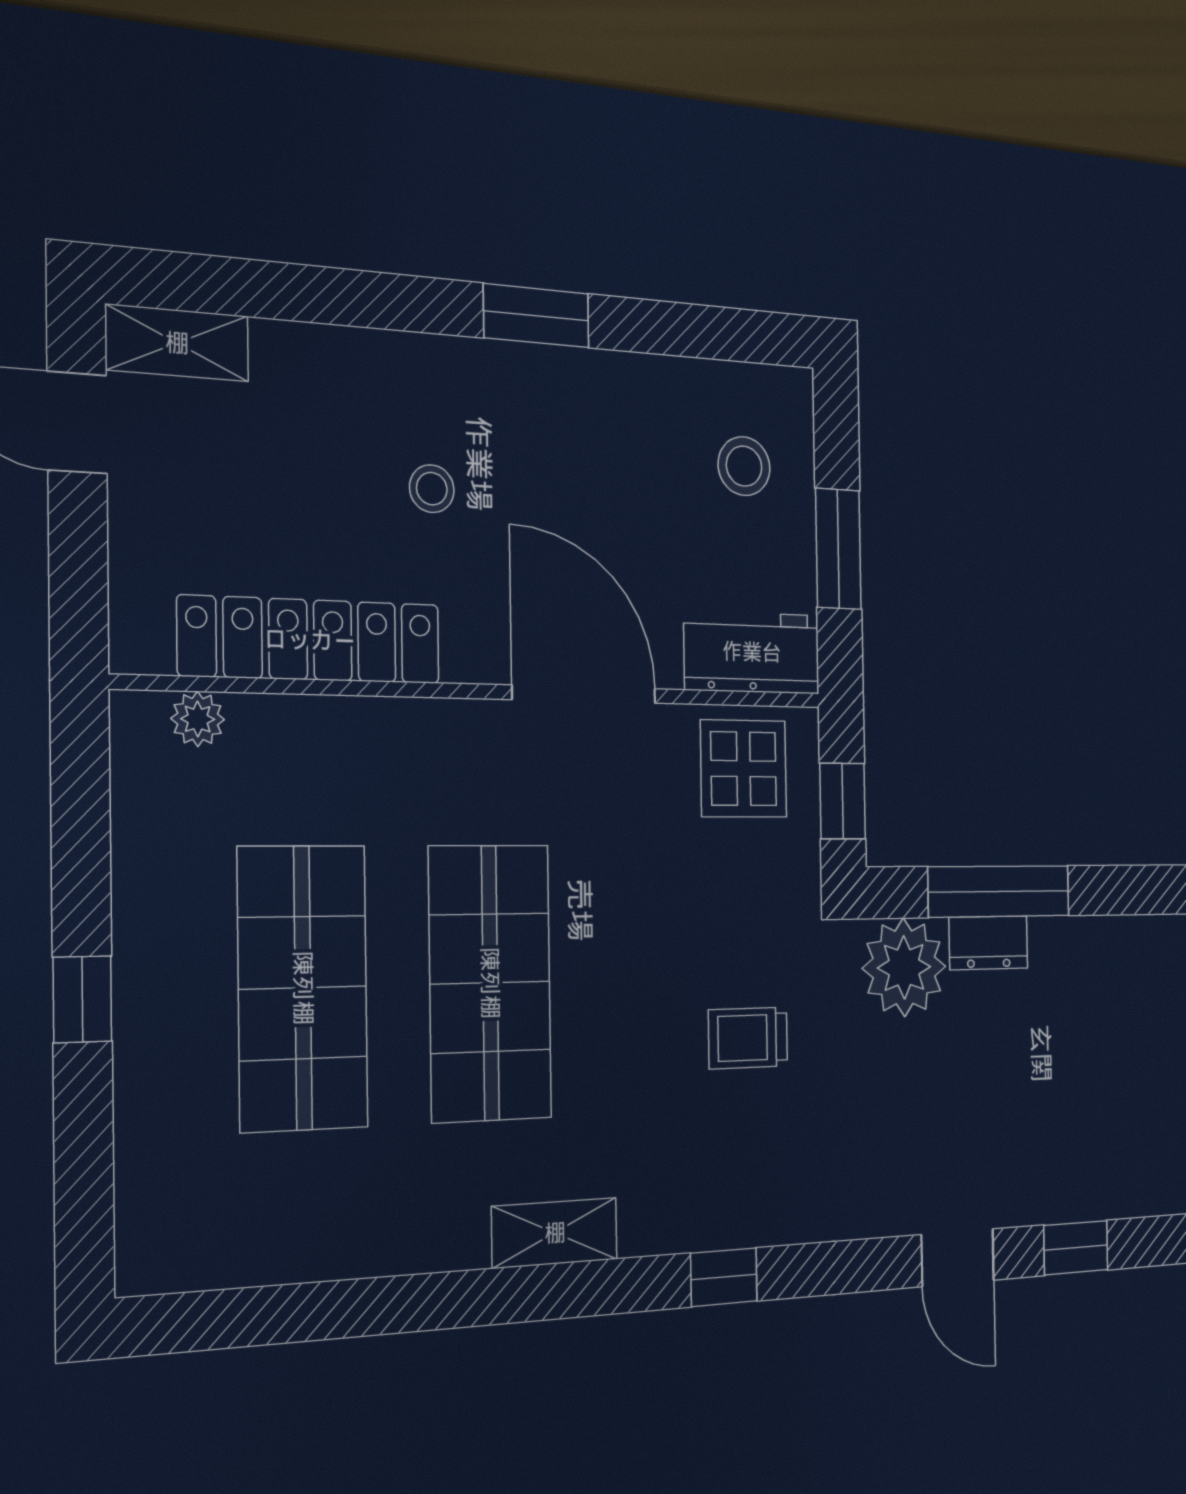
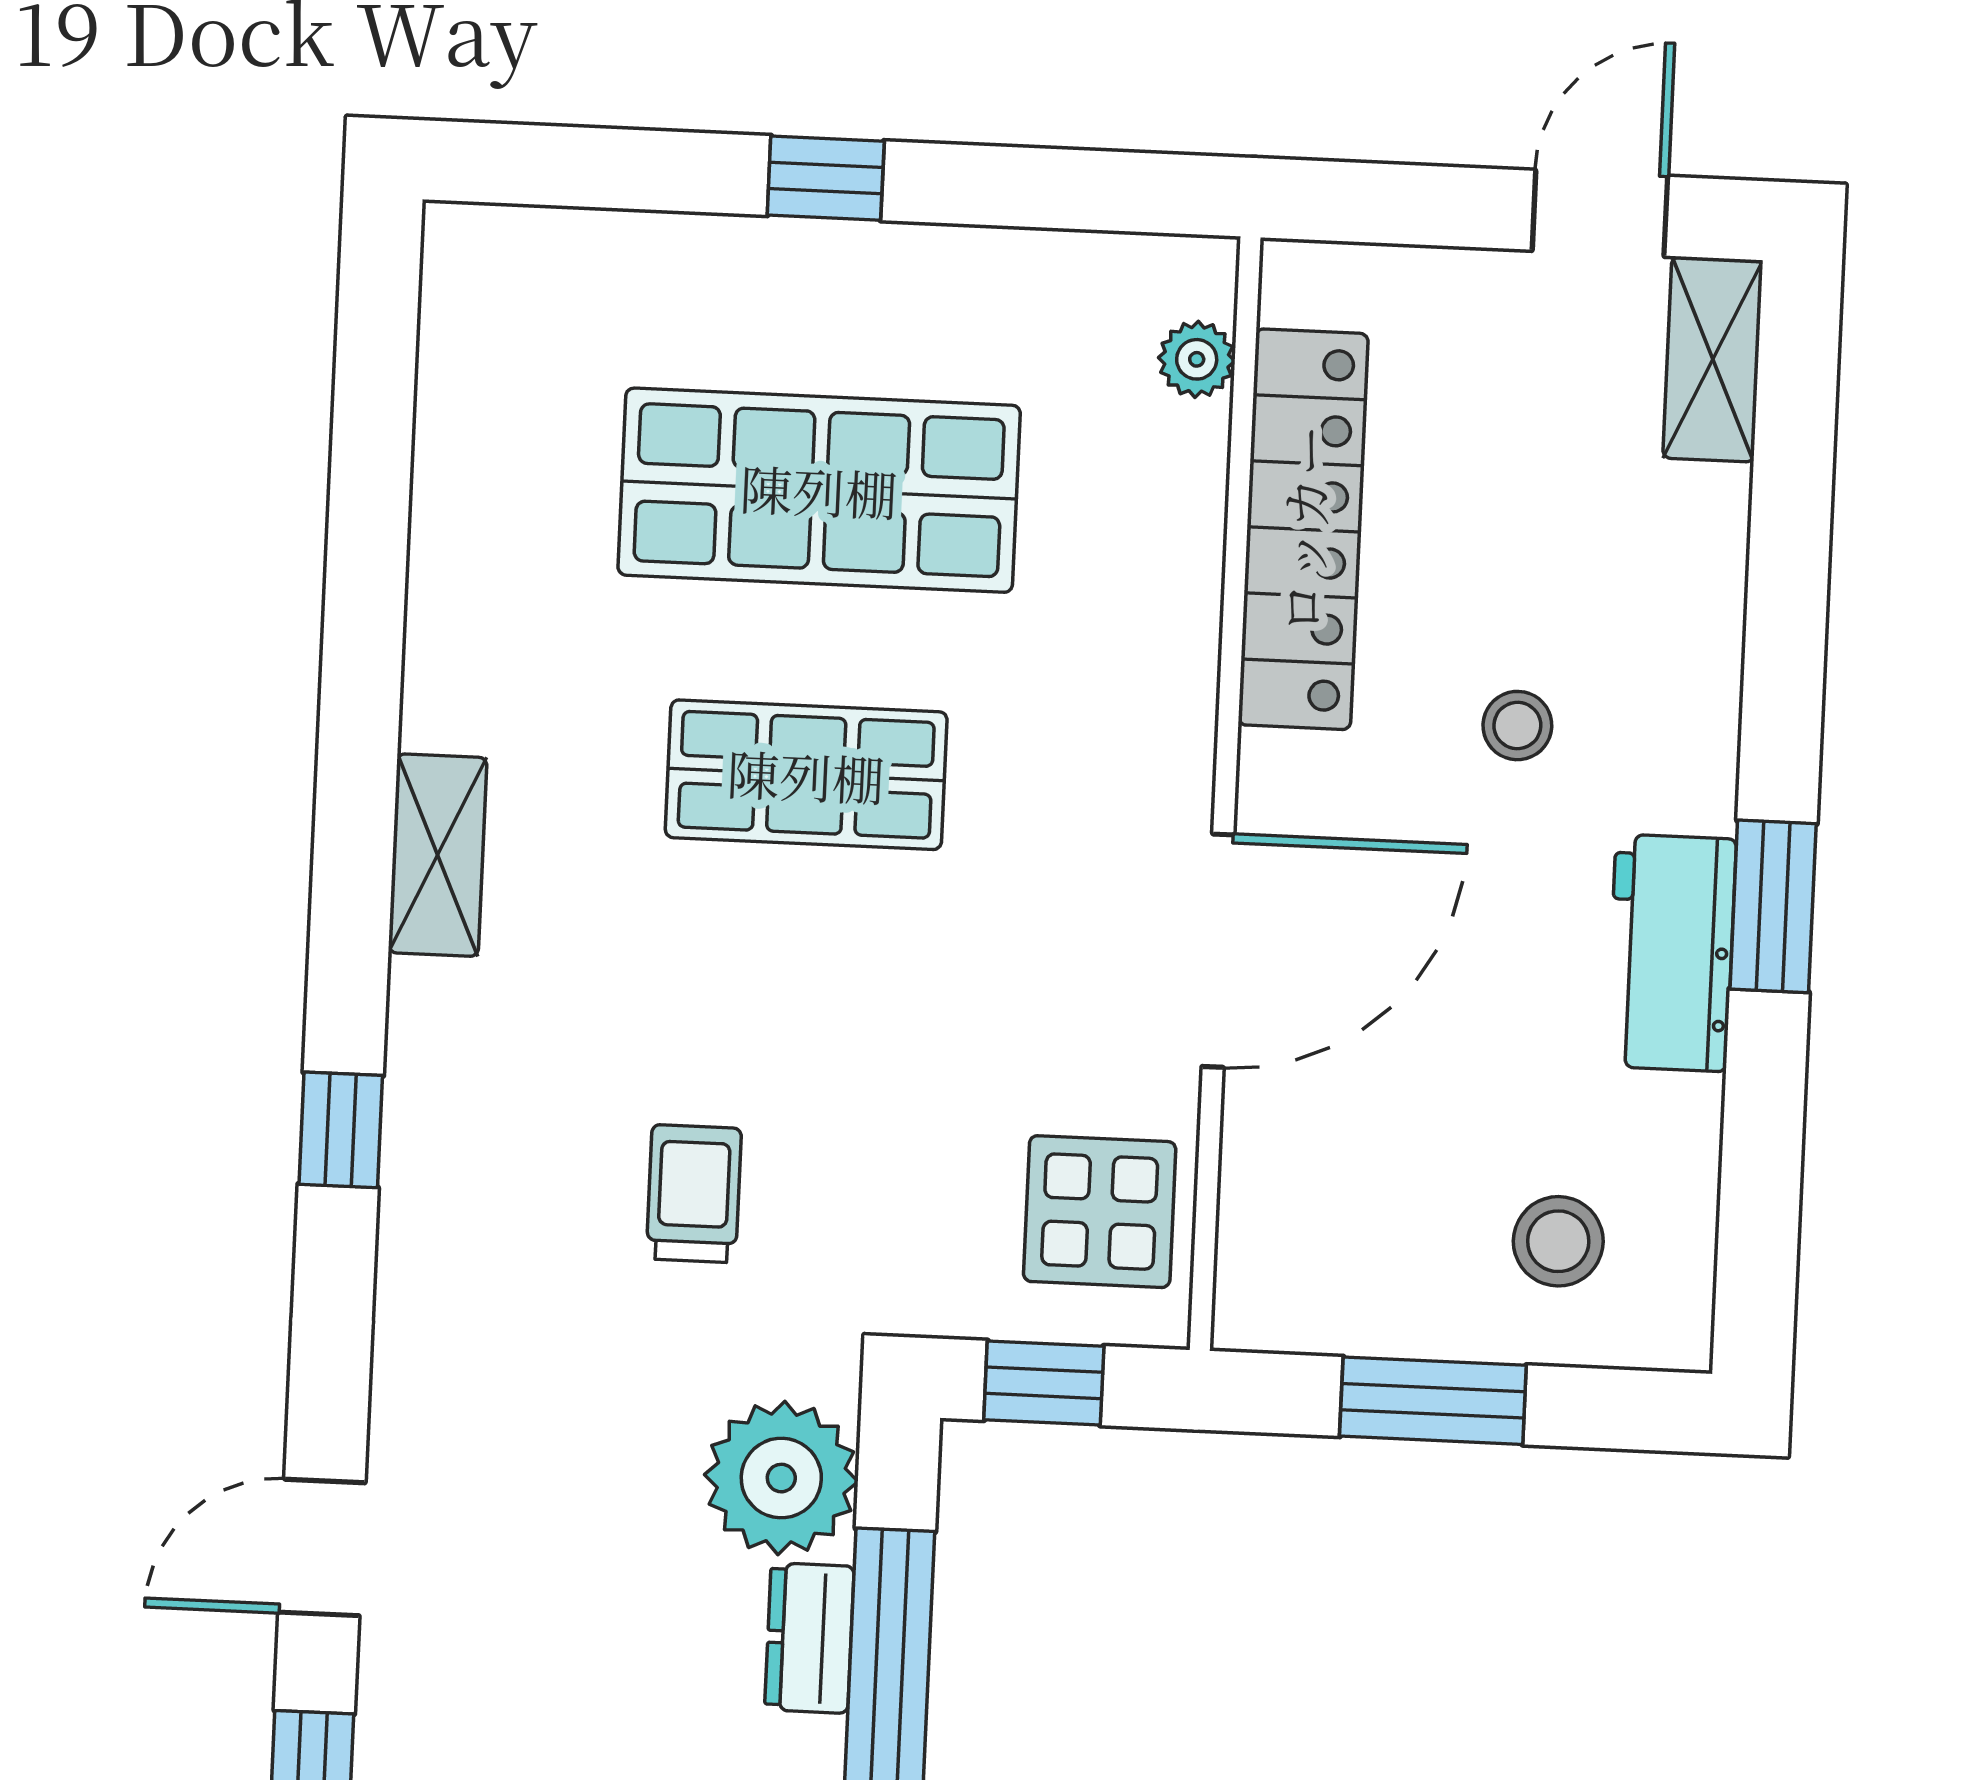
workbench: (752, 652) -> (1671, 953), moved, turned 180
shop shelf: (490, 983) -> (806, 775), width x0.70, depth x0.74

